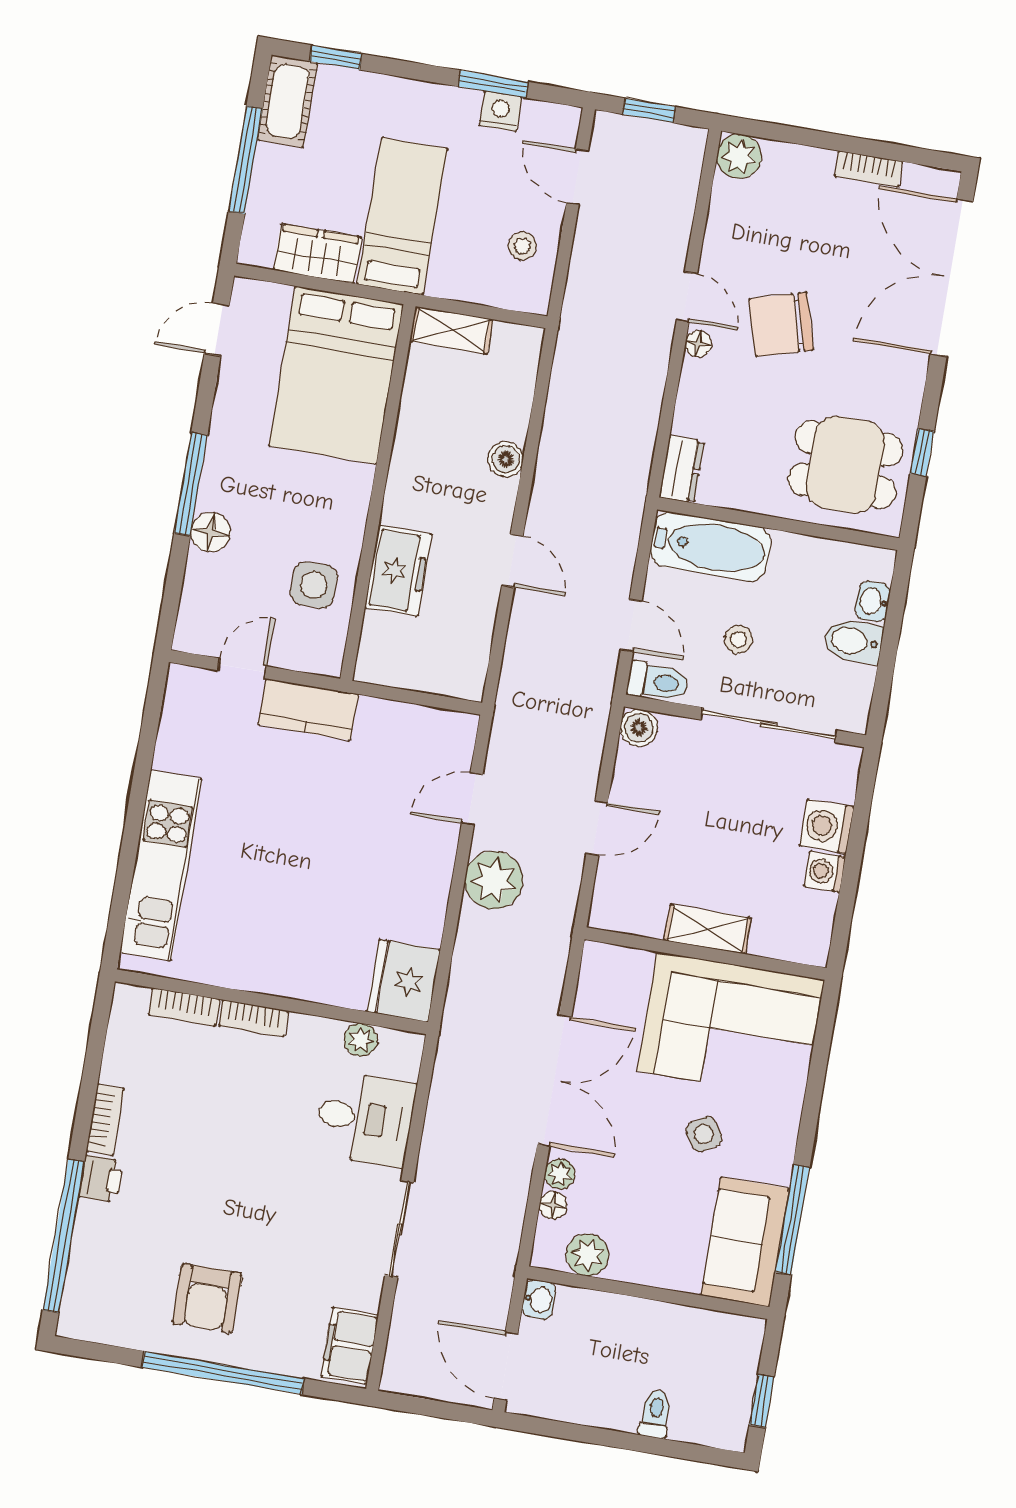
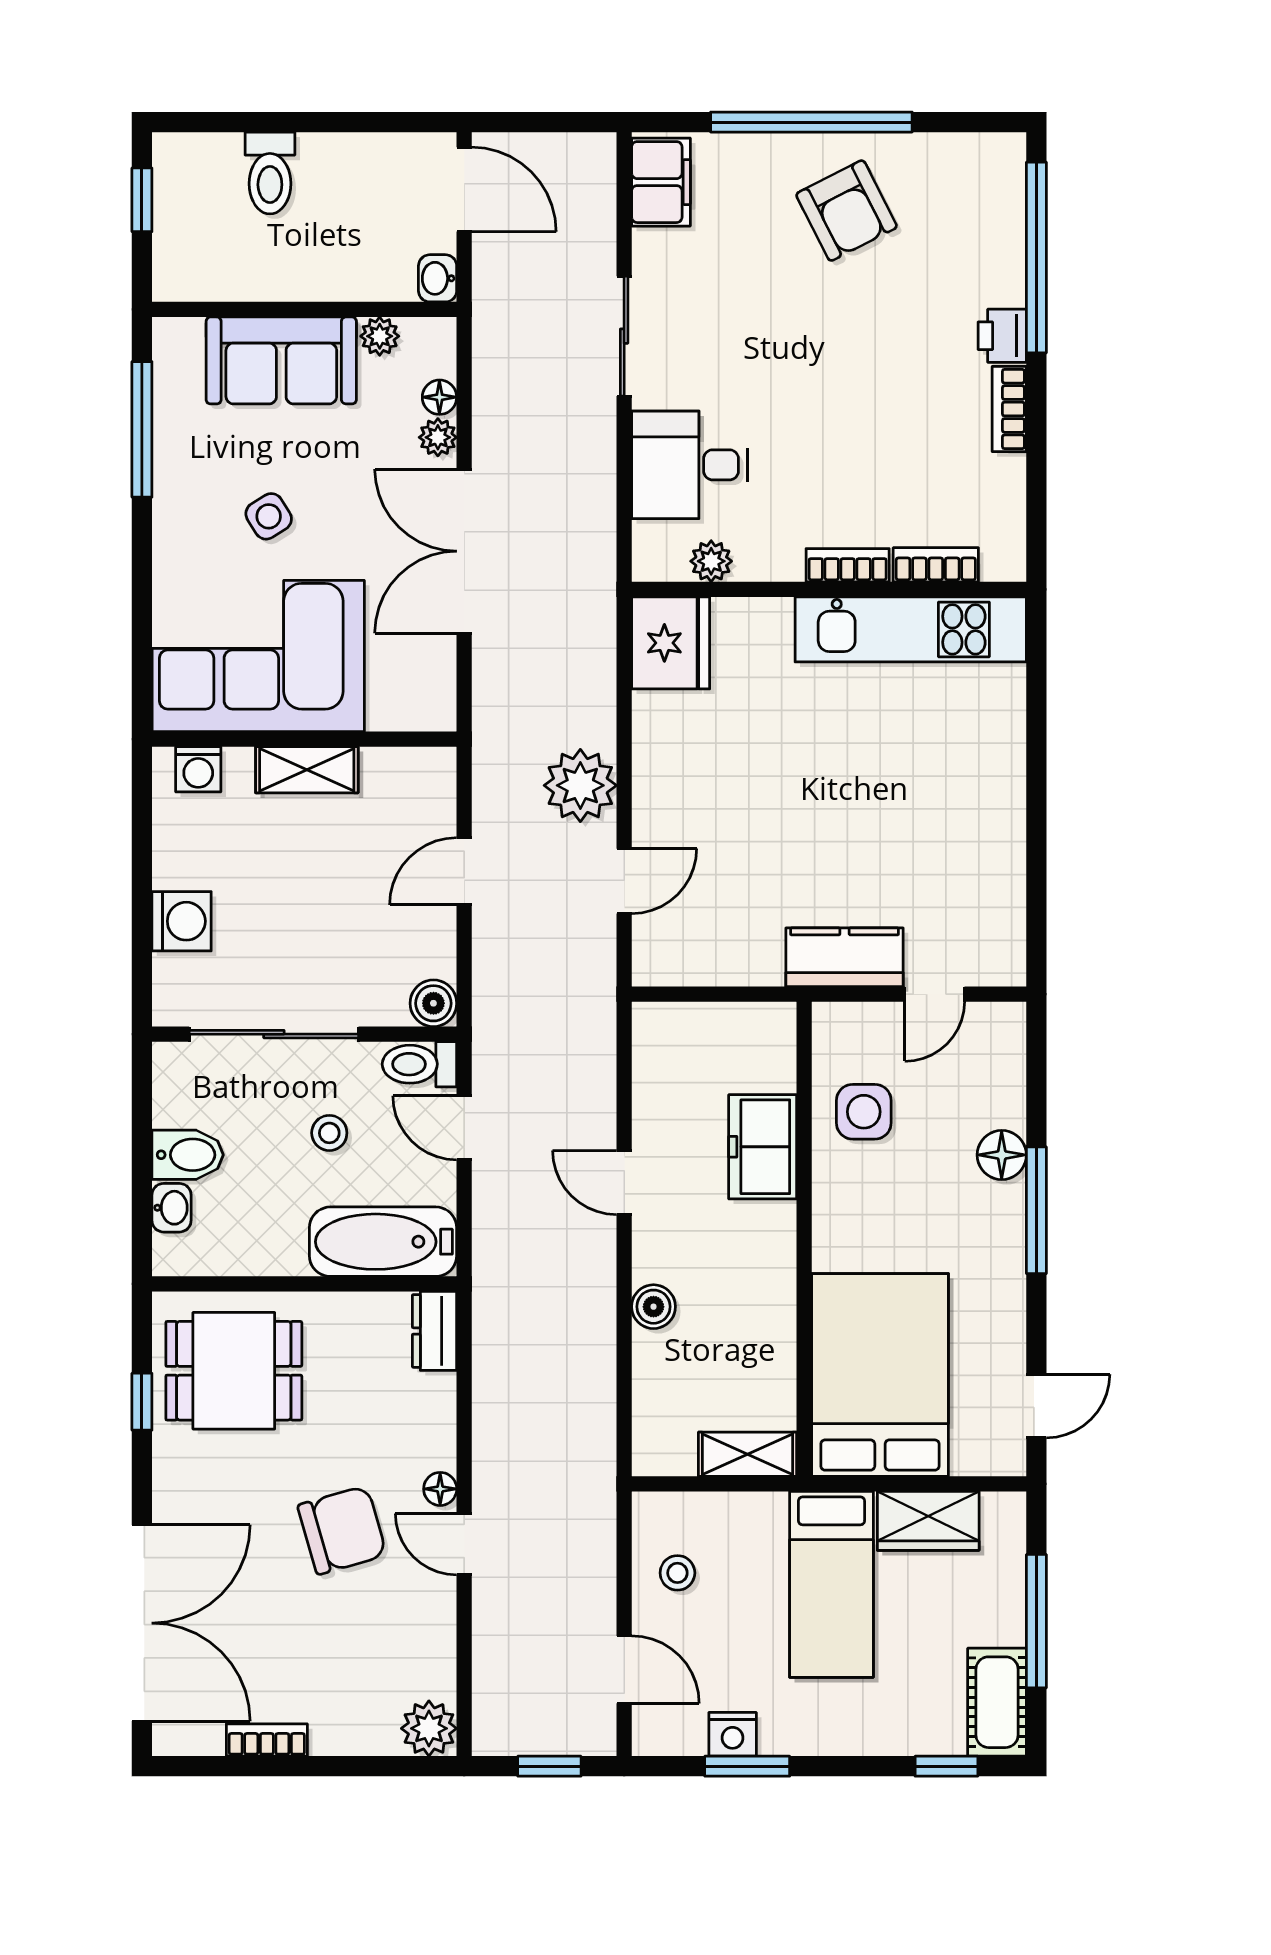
kitchen unit: (161, 866) -> (911, 629), moved, turned -90
washing machine: (825, 872) -> (198, 769), moved, turned 90
sofa: (745, 1242) -> (281, 360), moved, turned 90
plant: (588, 1255) -> (380, 336), width x0.73, depth x0.73
armchair: (207, 1298) -> (846, 211), turned 153
toilet: (656, 1414) -> (270, 173), width x1.37, depth x1.39

